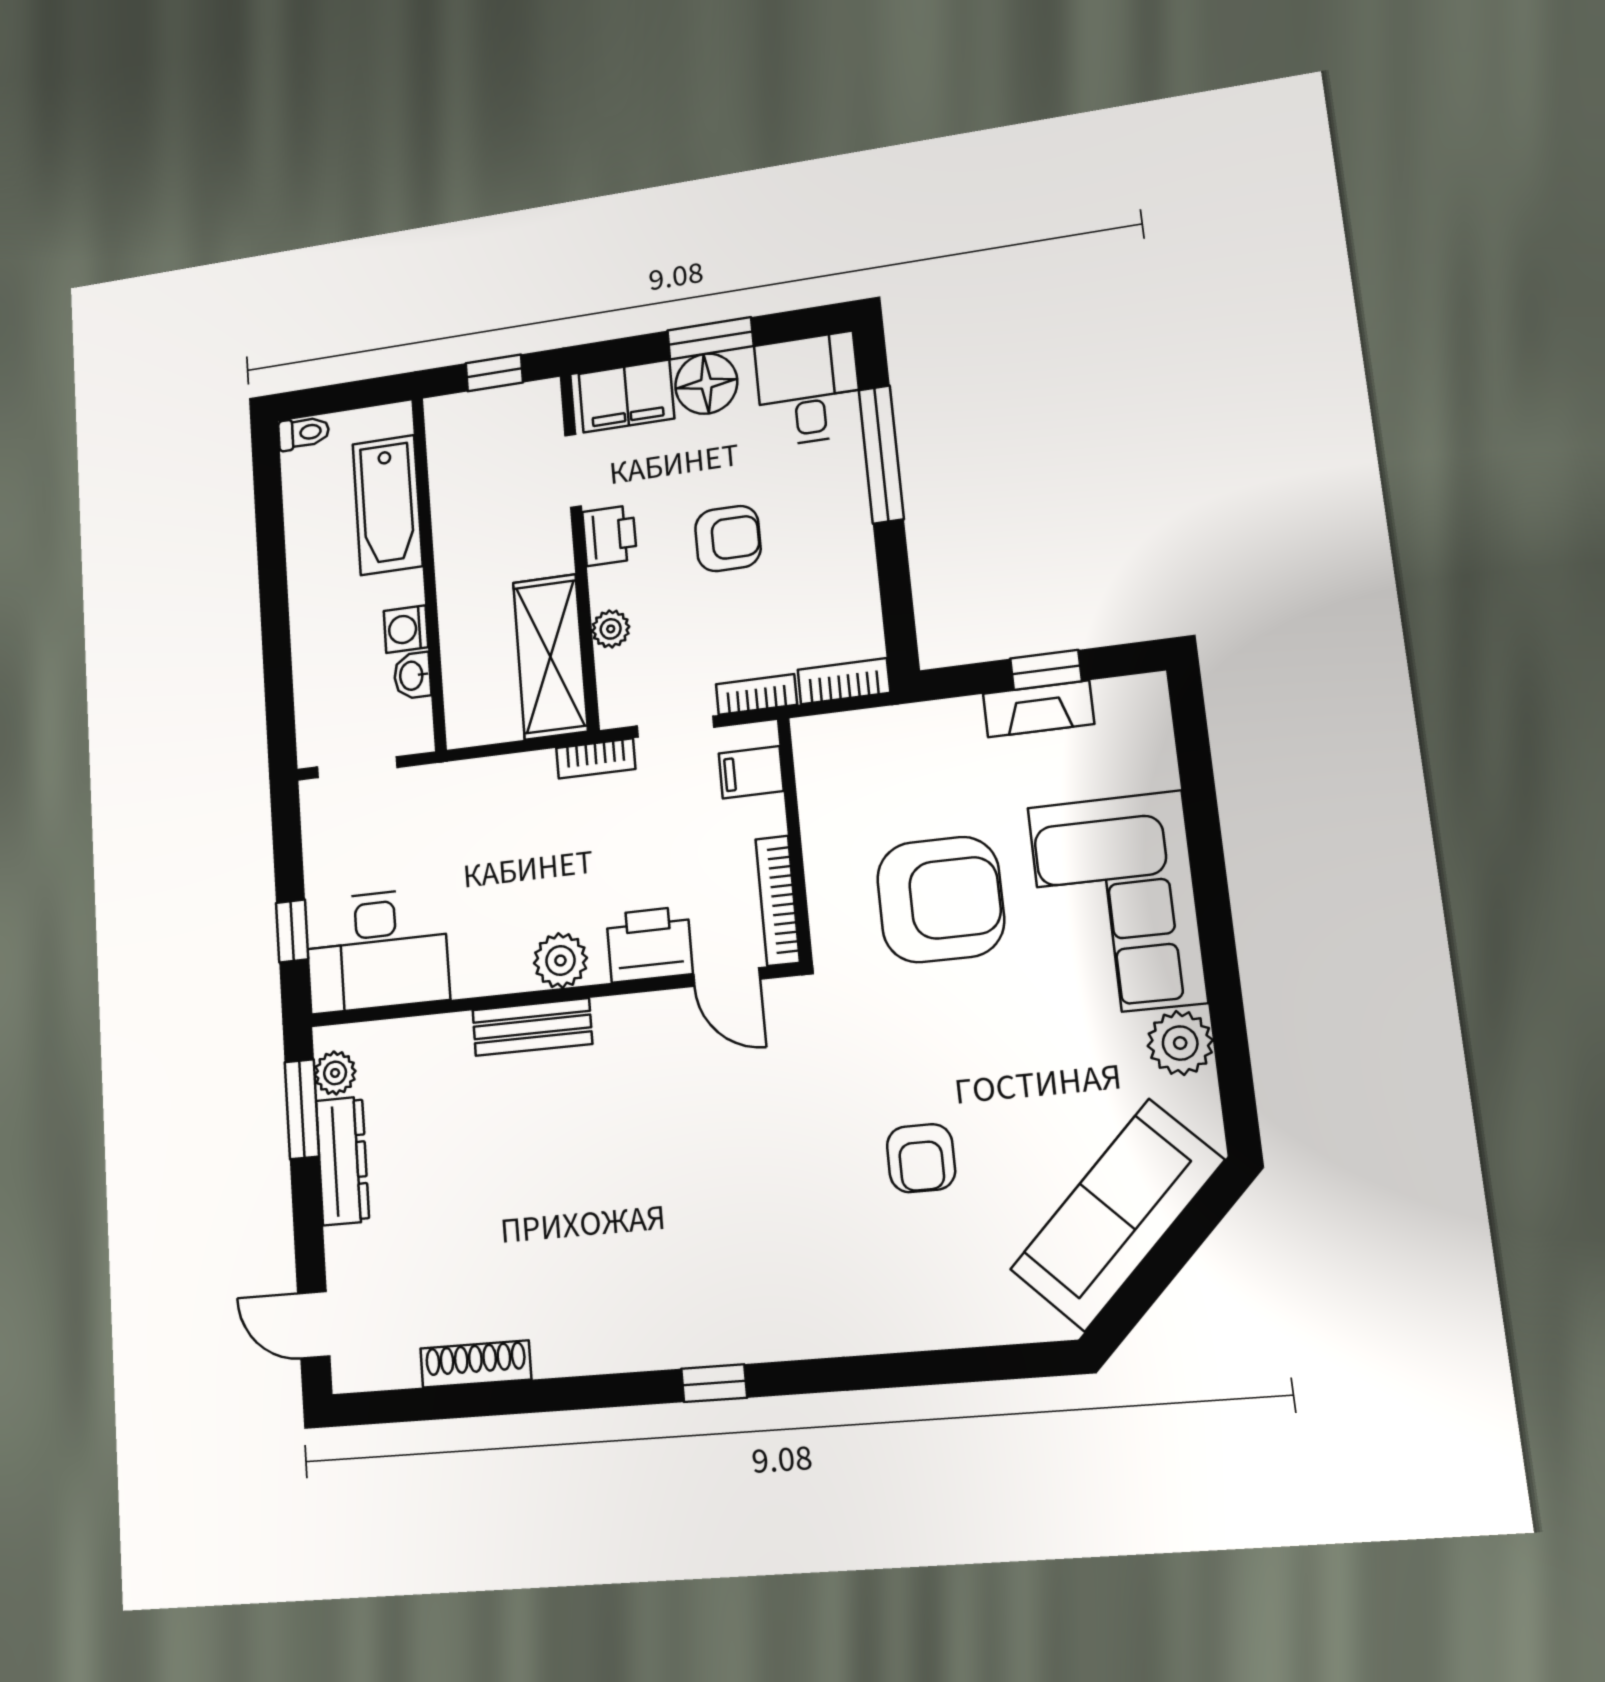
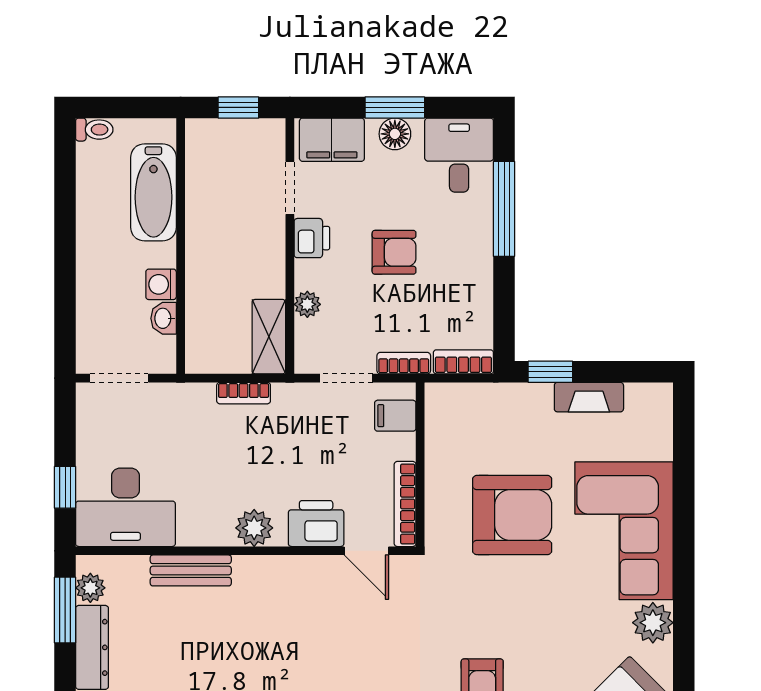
floor lamp: (706, 384) -> (395, 134), width x0.73, depth x0.73
shelving: (550, 657) -> (269, 337), width x0.67, depth x0.75
window: (1046, 670) -> (550, 372), moved
bookcase: (596, 758) -> (244, 393), moved
bench: (532, 1027) -> (191, 570), moved

